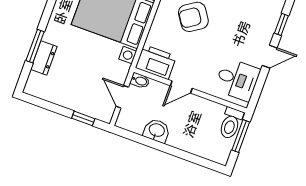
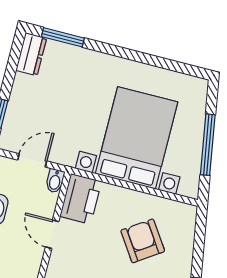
window: (35, 46) -> (63, 37), moved
dresser: (44, 58) -> (31, 54), moved, turned -90

